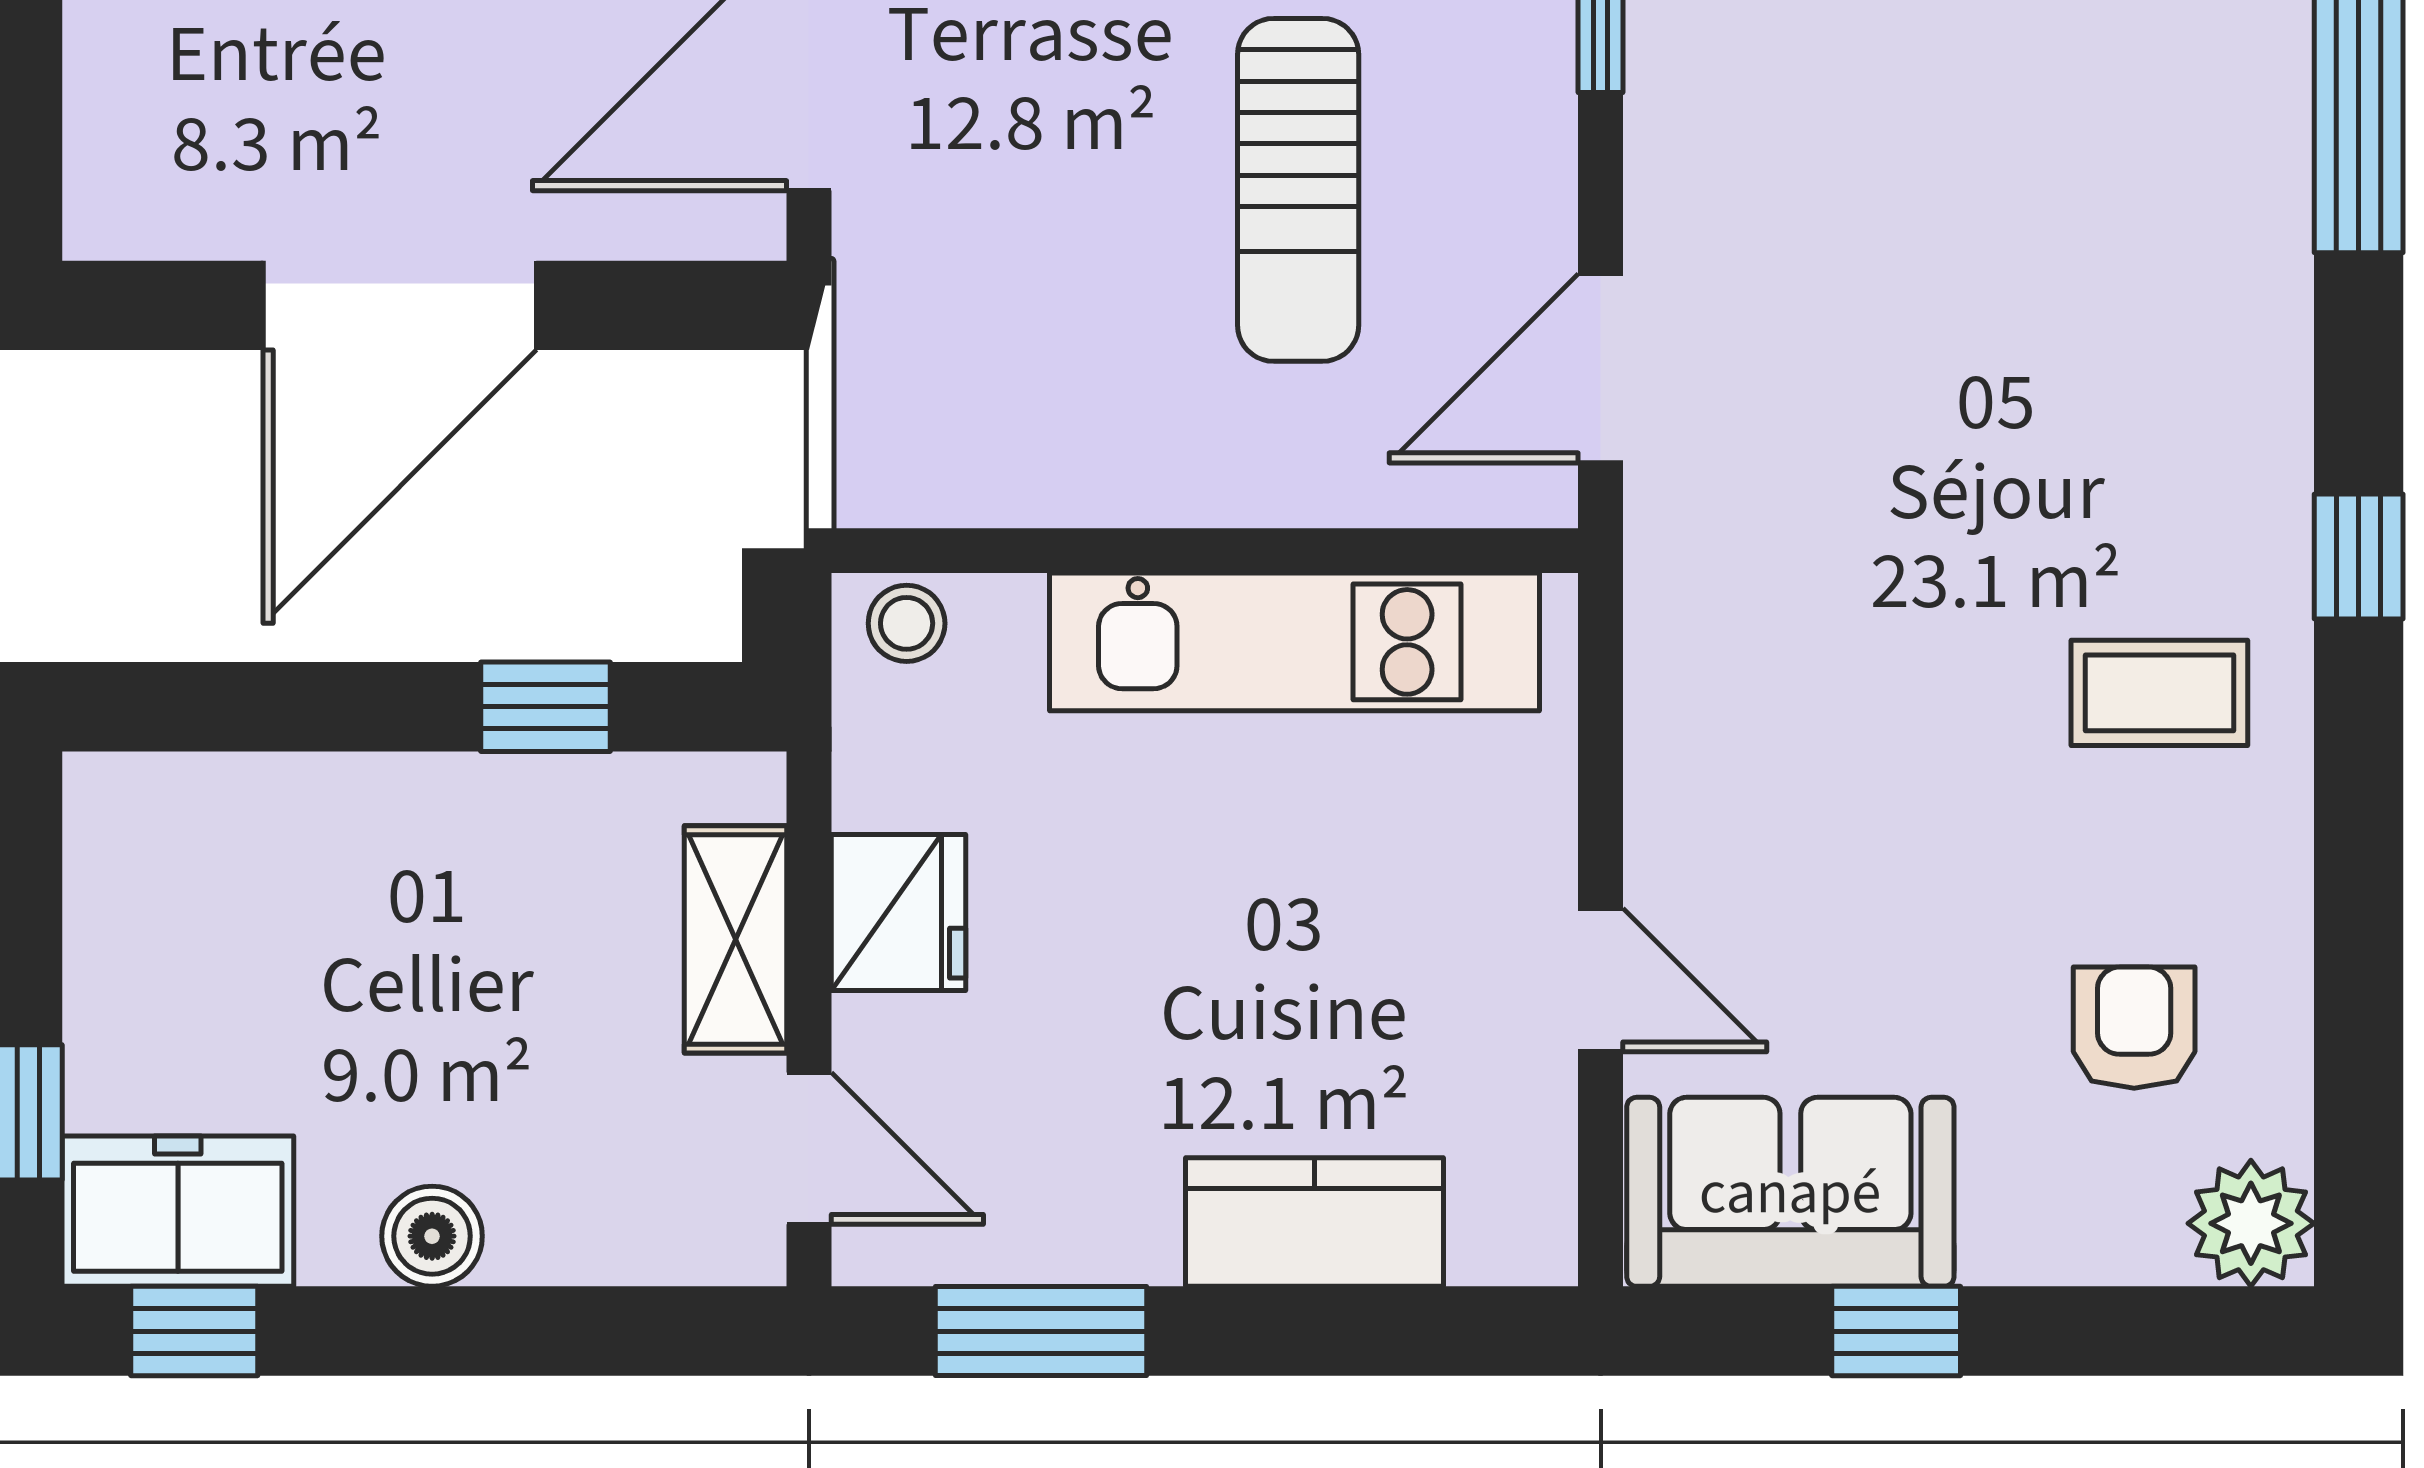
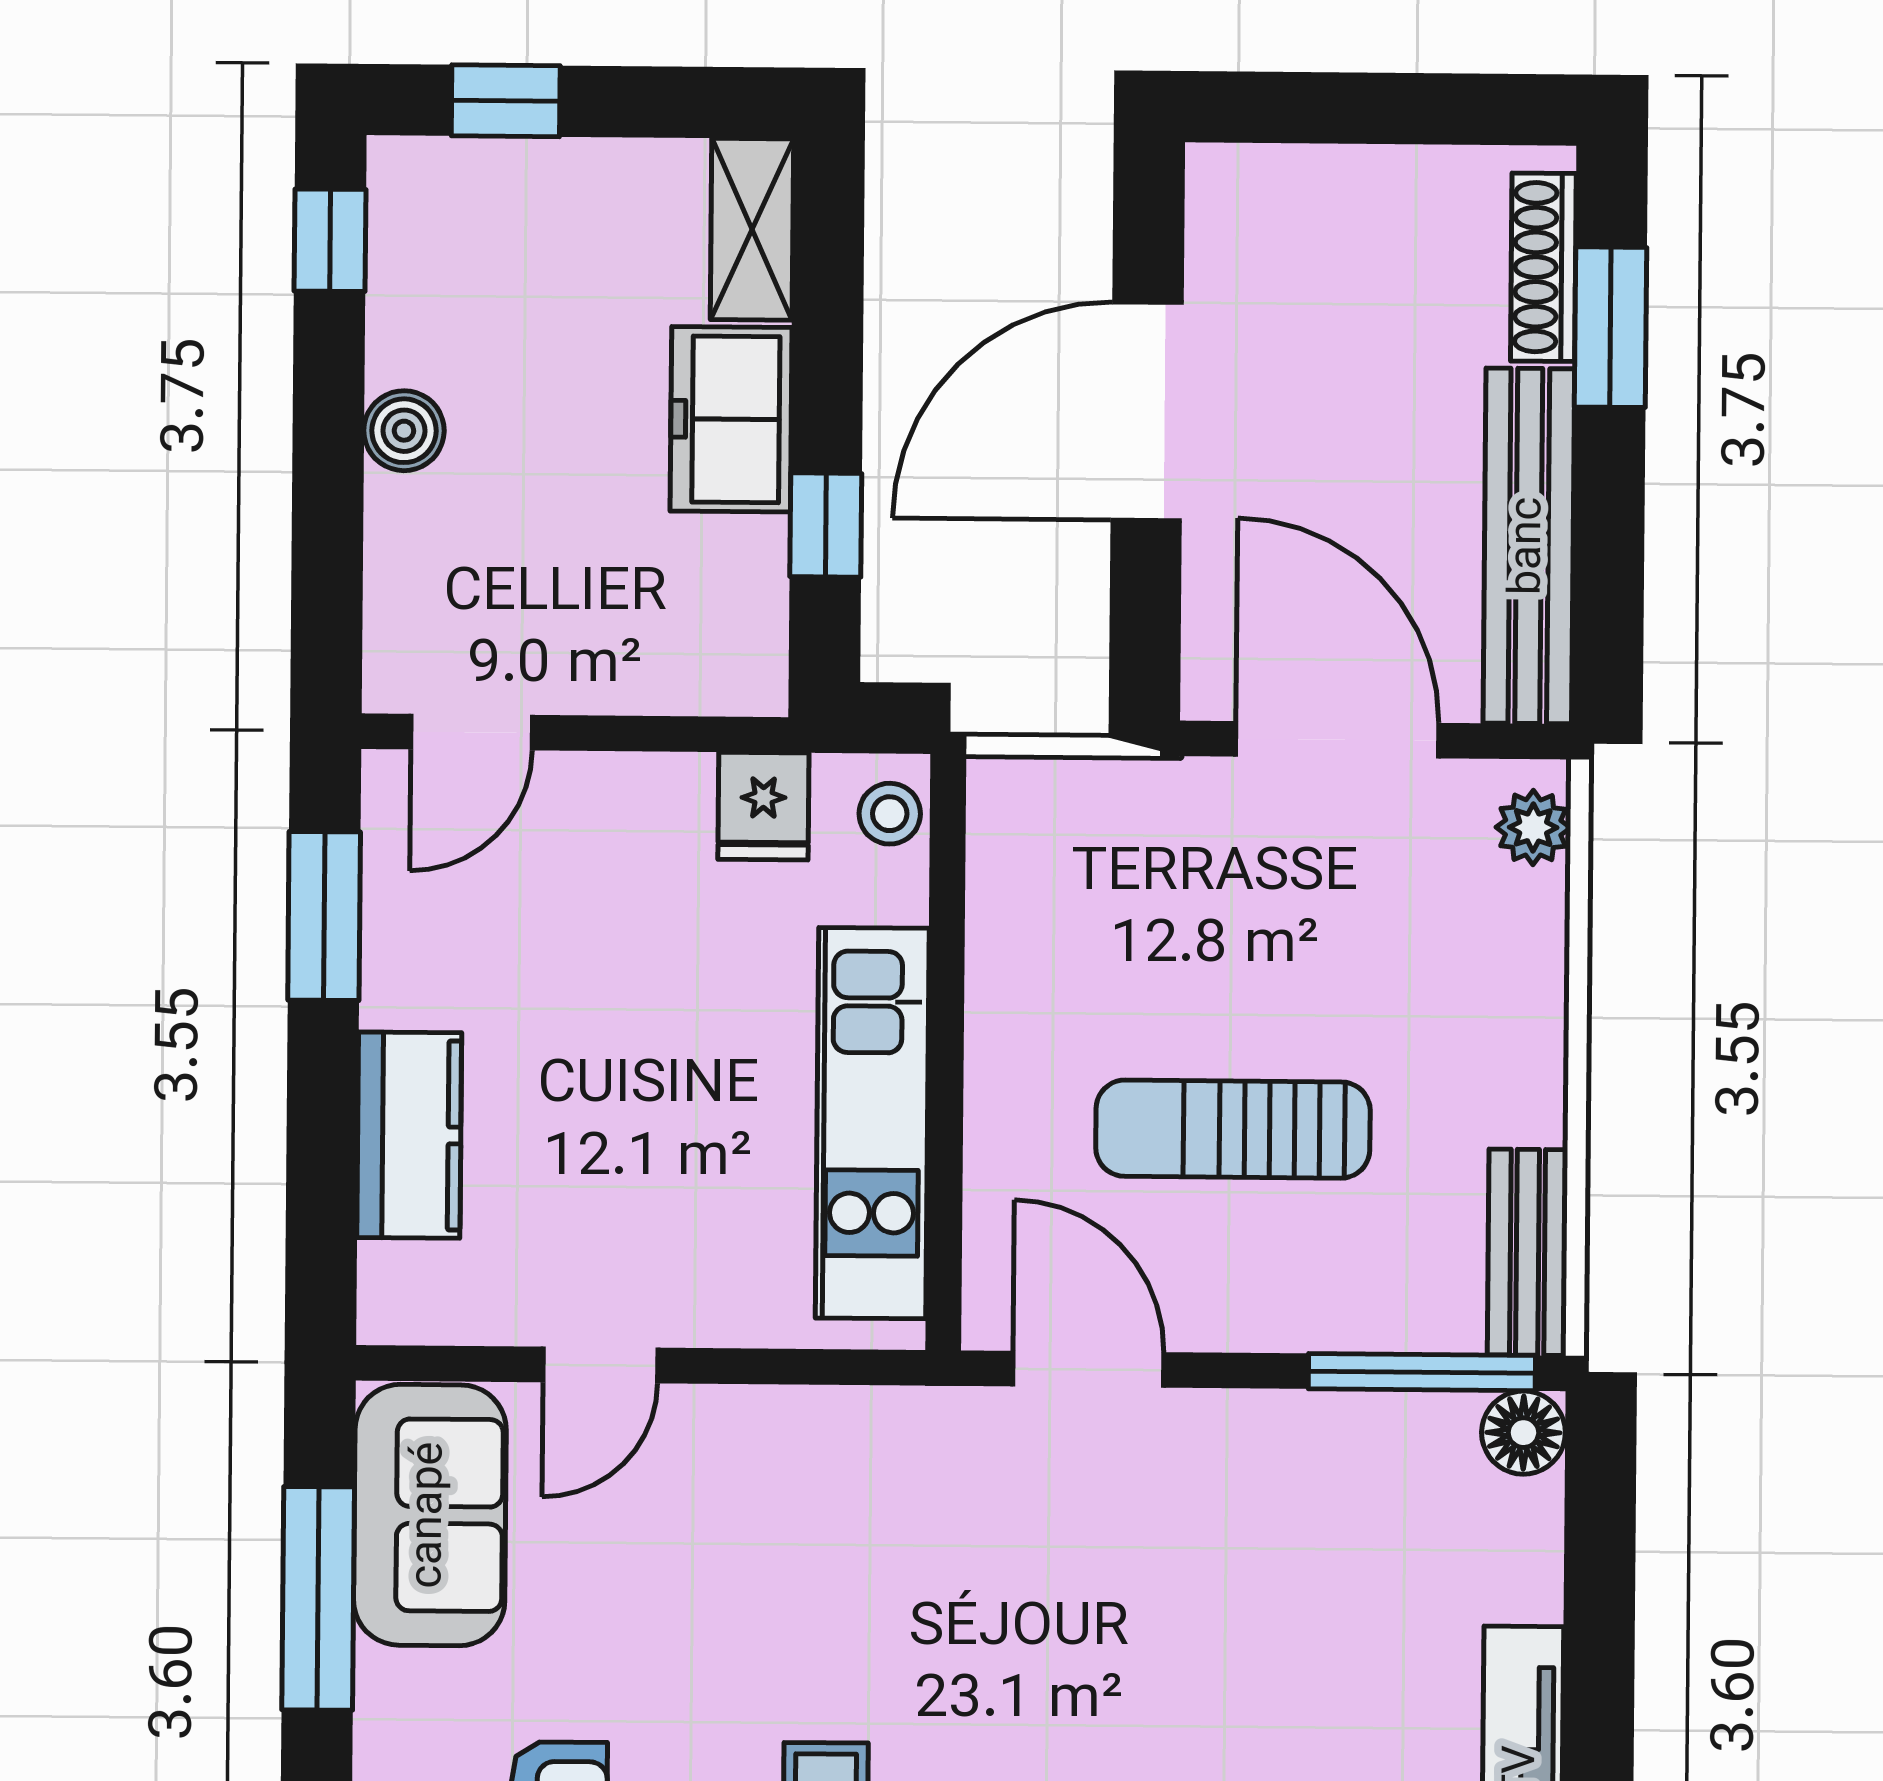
door: (400, 305) -> (1147, 411), hinge flipped
fridge: (898, 913) -> (763, 806), moved, width x0.72
shelving: (736, 939) -> (752, 229), moved, turned 90
freezer: (178, 1211) -> (731, 419), moved, turned 180
window: (1896, 1331) -> (318, 1598), width x2.17

